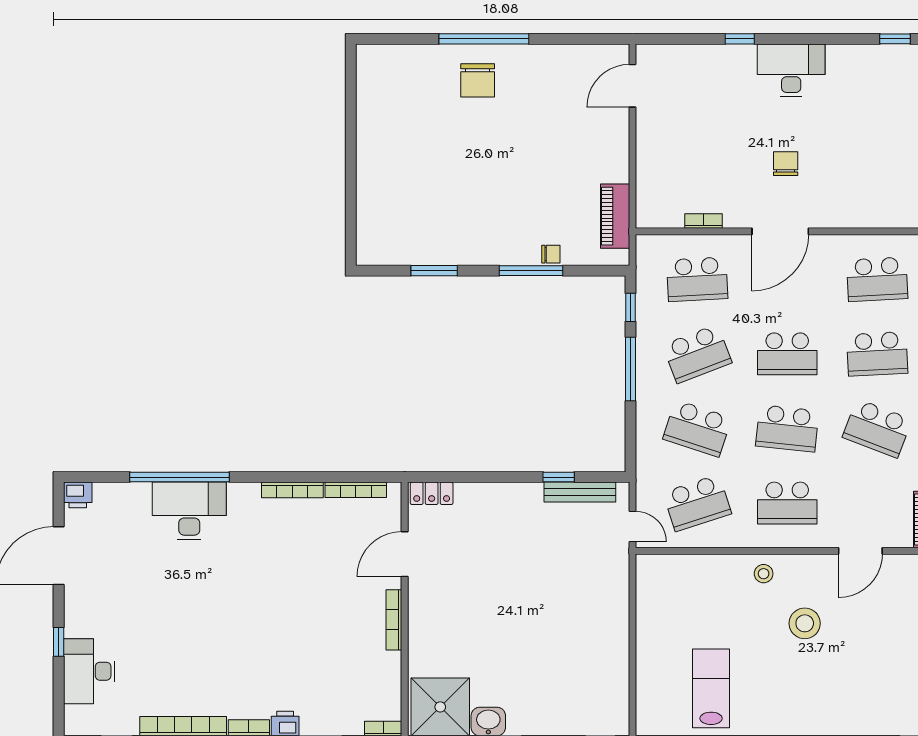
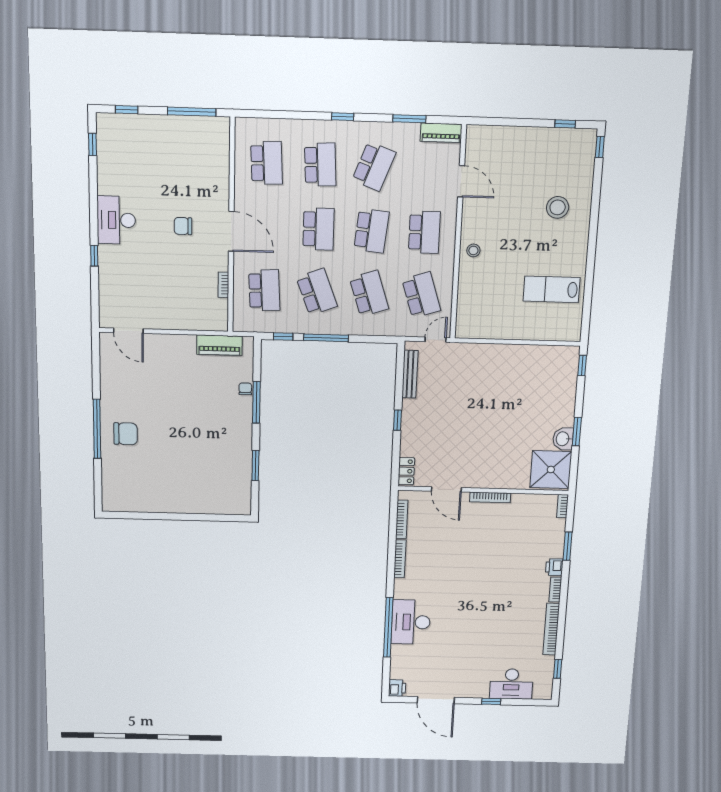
school desk: (697, 428) -> (369, 293), turned -36
window: (559, 477) -> (398, 420), moved
stool: (805, 623) -> (558, 207), moved

